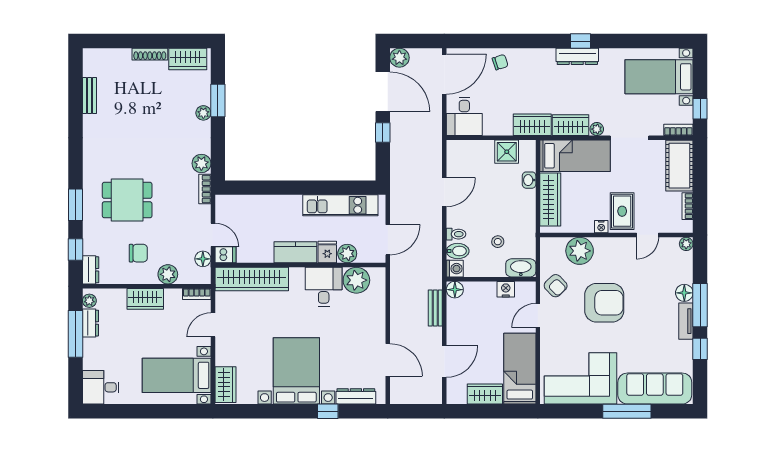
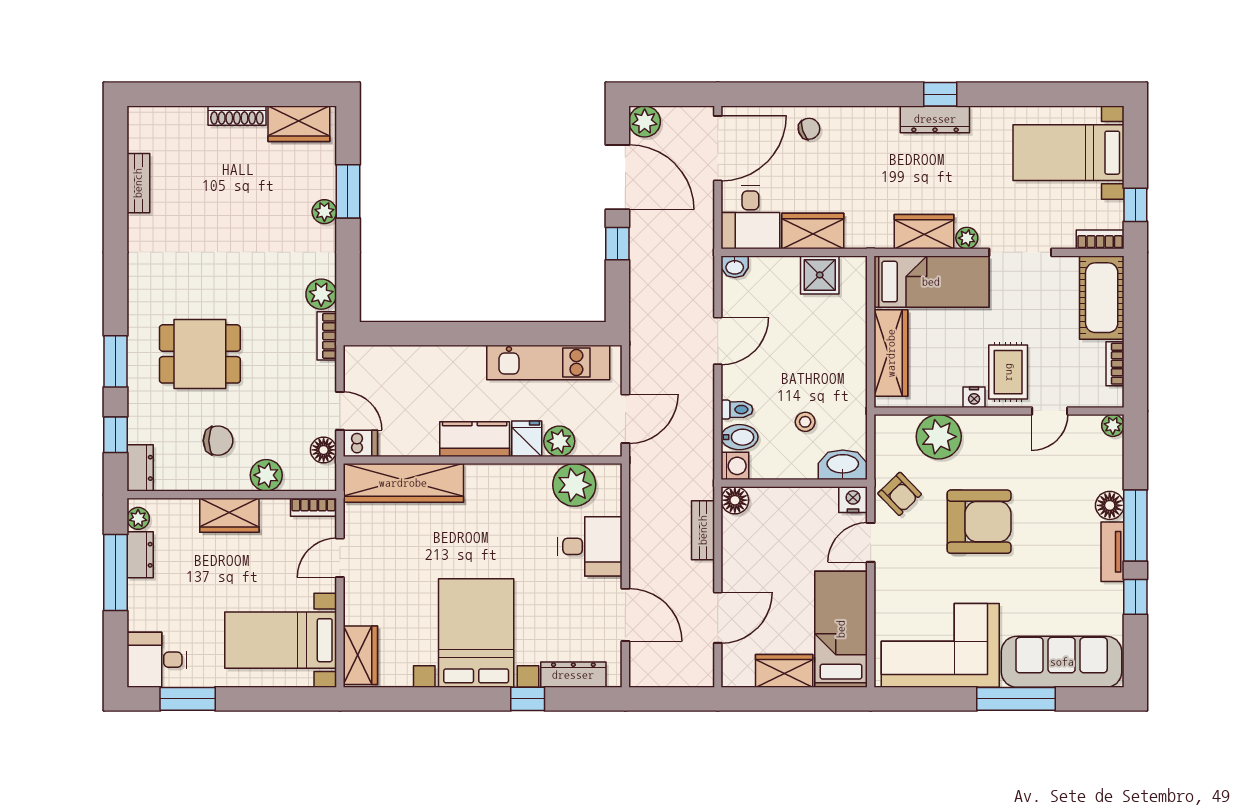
wardrobe: (532, 125) -> (813, 231), moved
washbasin: (529, 180) -> (735, 267), moved, turned -90
desk: (324, 287) -> (590, 546), moved, turned 90
nightstand: (506, 289) -> (853, 500), moved
window: (120, 411) -> (188, 699), added

